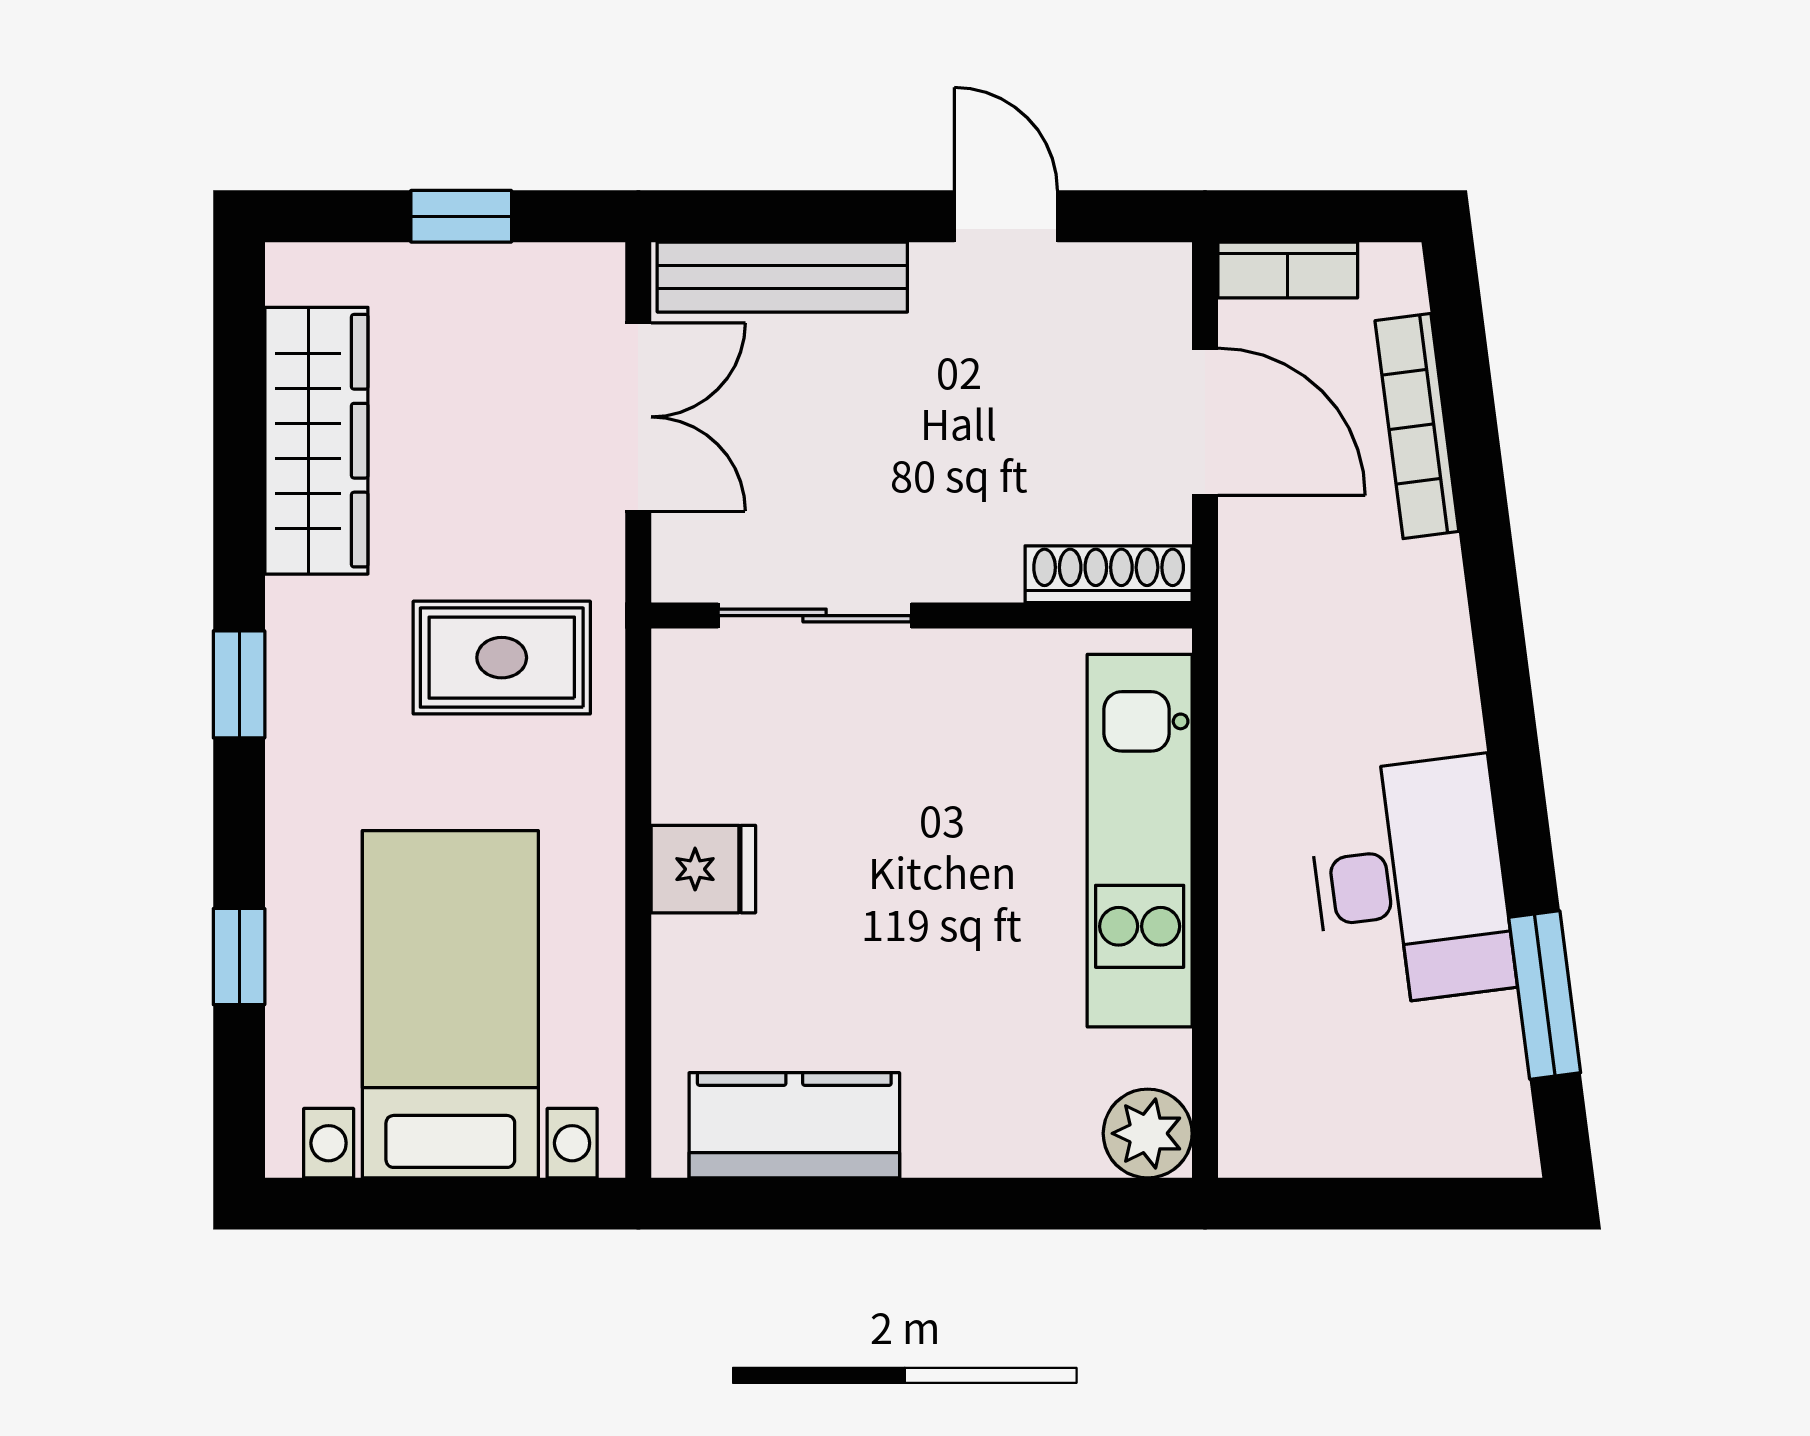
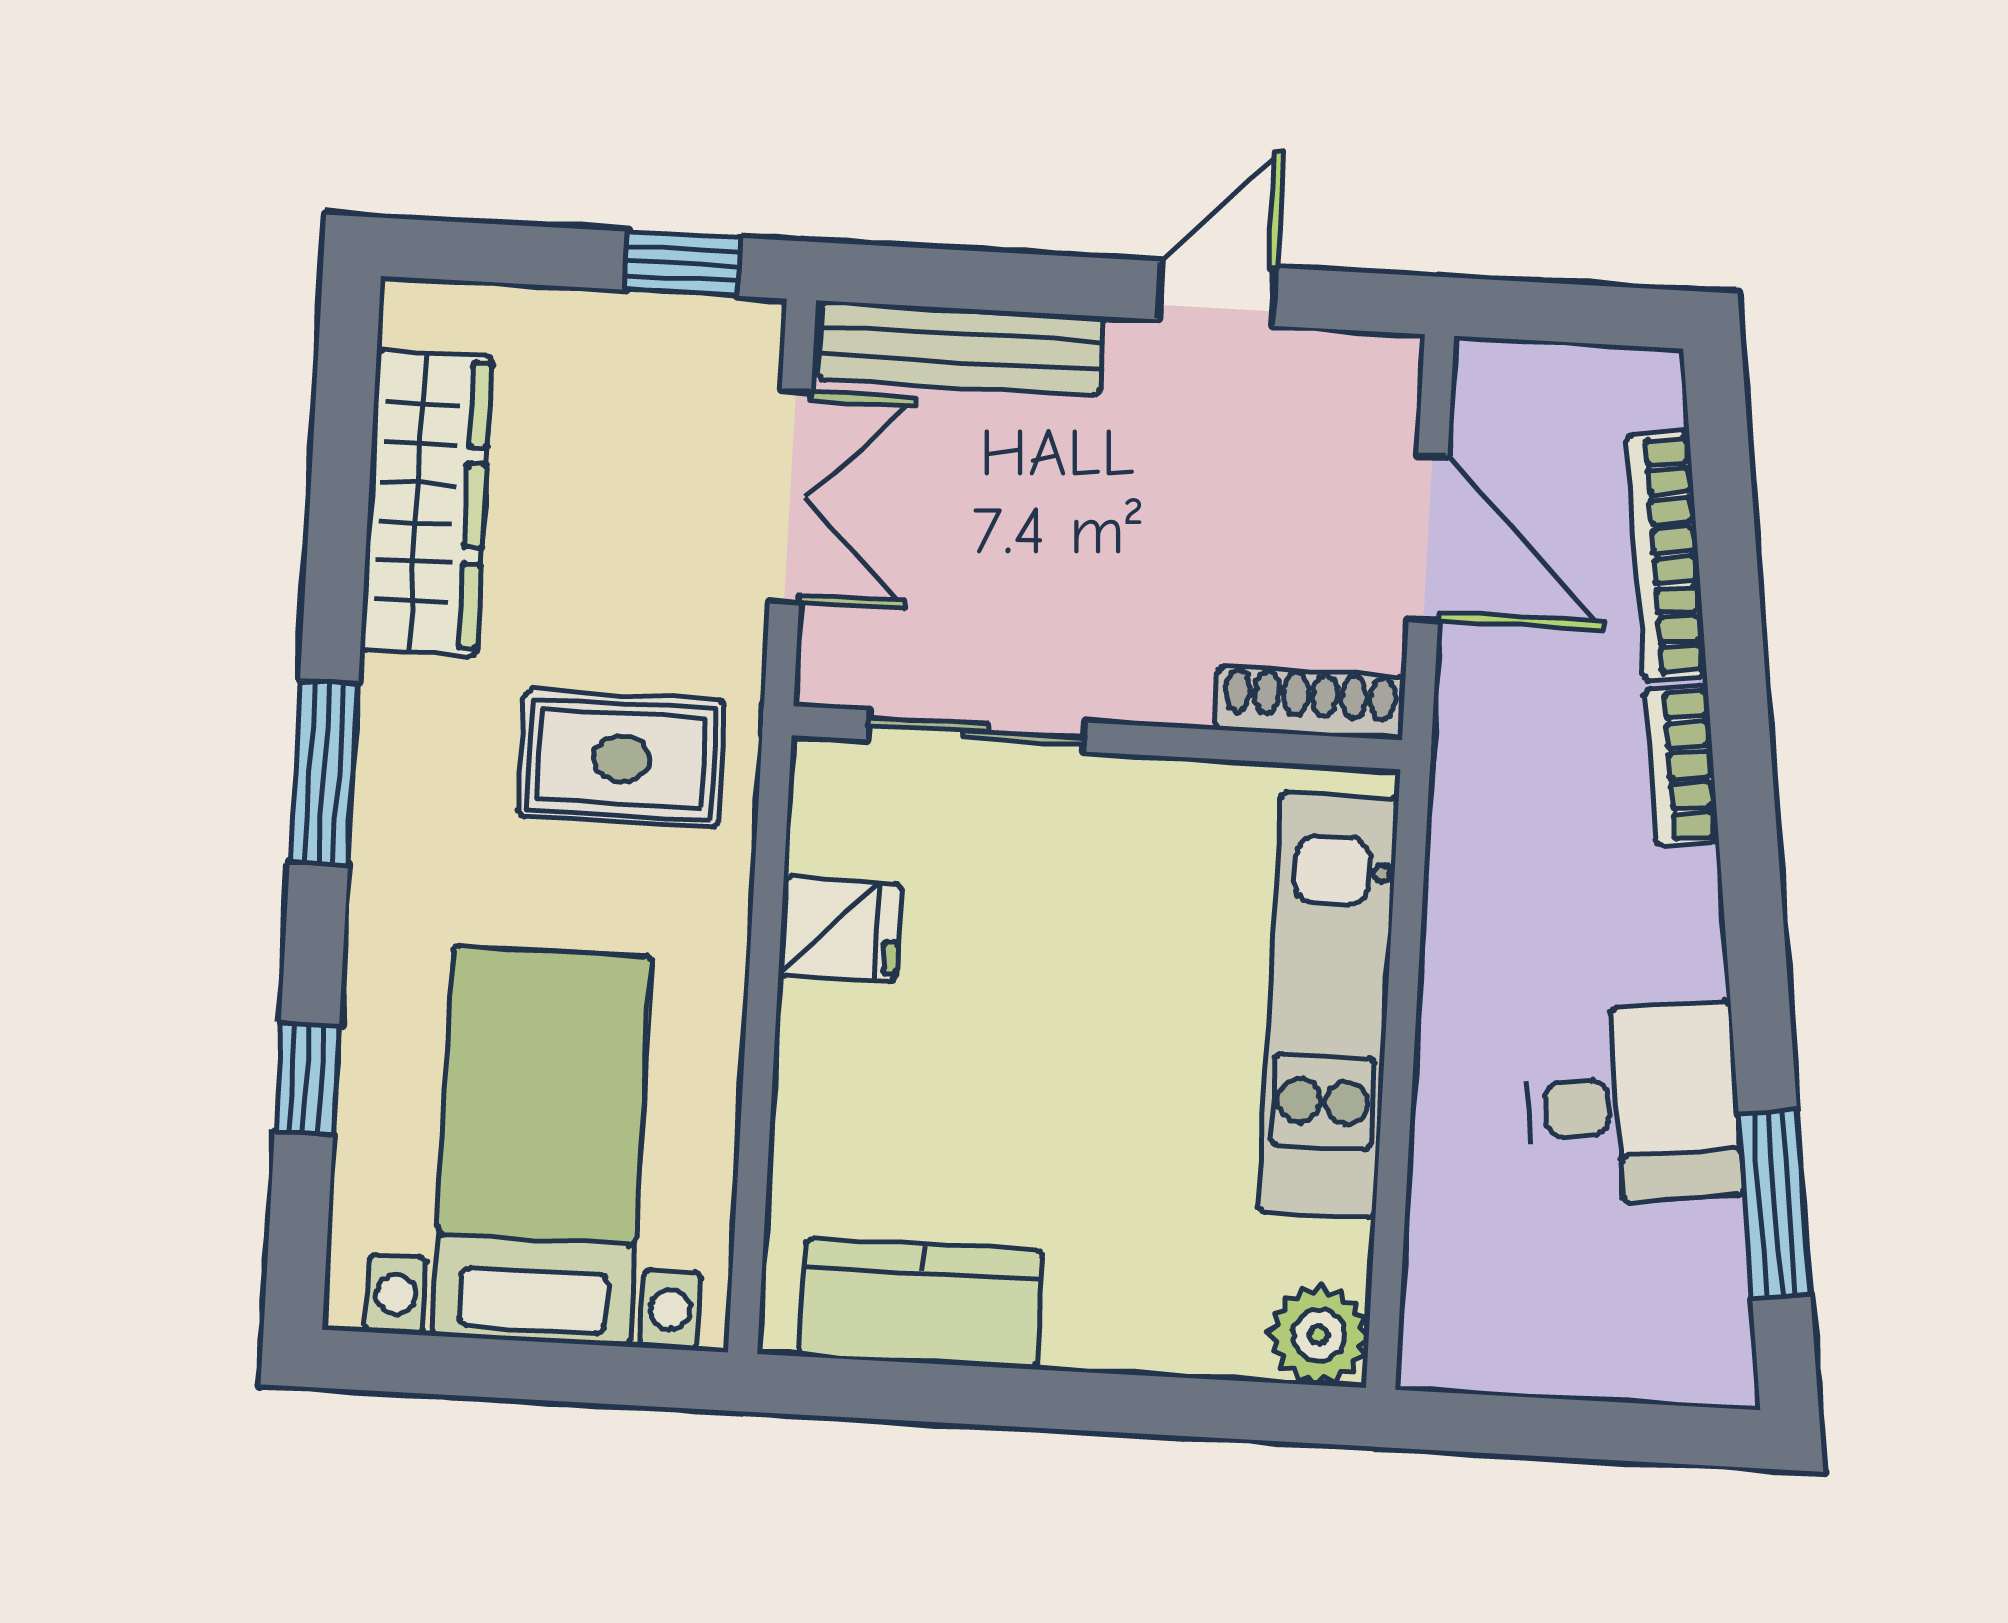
window: (461, 216) -> (683, 264), moved
door: (1006, 216) -> (1217, 294), hinge flipped
bookcase: (1288, 270) -> (1682, 766), moved, turned 83
window: (239, 684) -> (324, 772), width x1.50
fridge: (703, 869) -> (840, 929), moved
desk: (1411, 882) -> (1633, 1104), width x0.73

